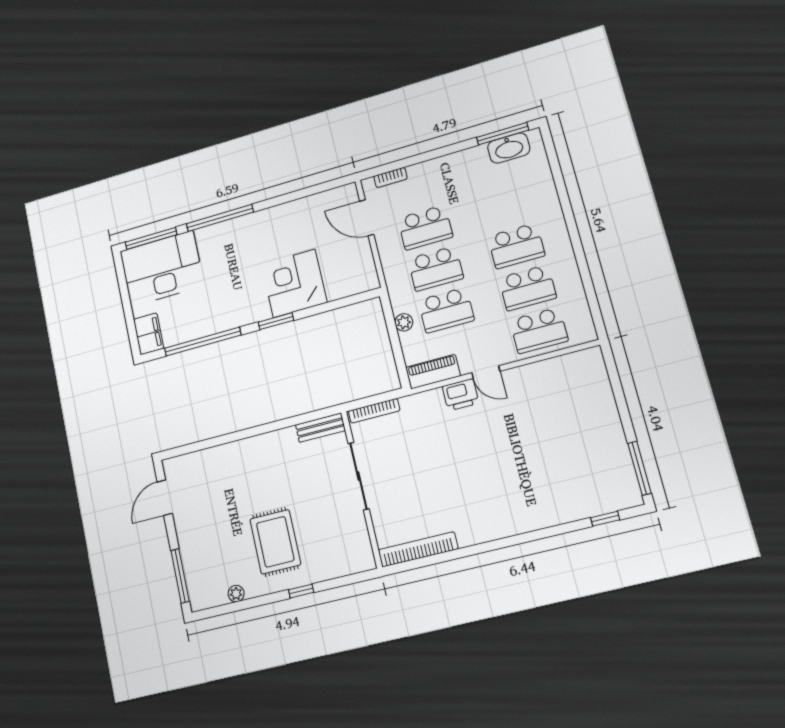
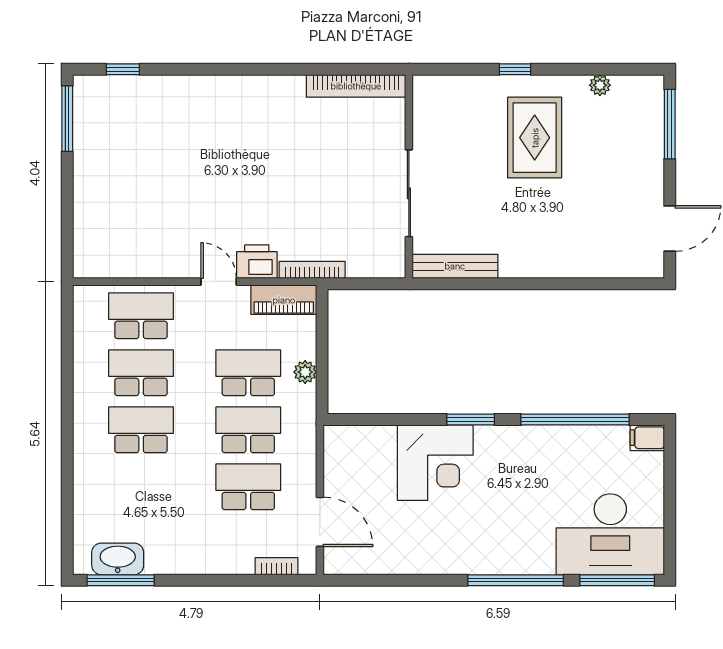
filing cabinet: (149, 334) -> (647, 438), width x0.50
bookcase: (374, 411) -> (312, 270), moved
bench: (320, 428) -> (455, 266), width x1.36

